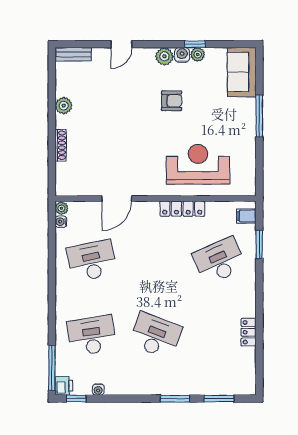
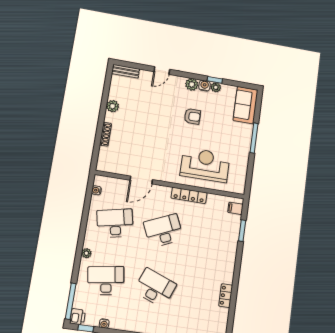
plant: (62, 208) -> (86, 253), moved
desk: (219, 261) -> (163, 231), moved

